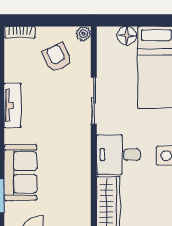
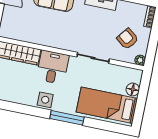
armchair: (57, 57) -> (128, 39), turned -116

